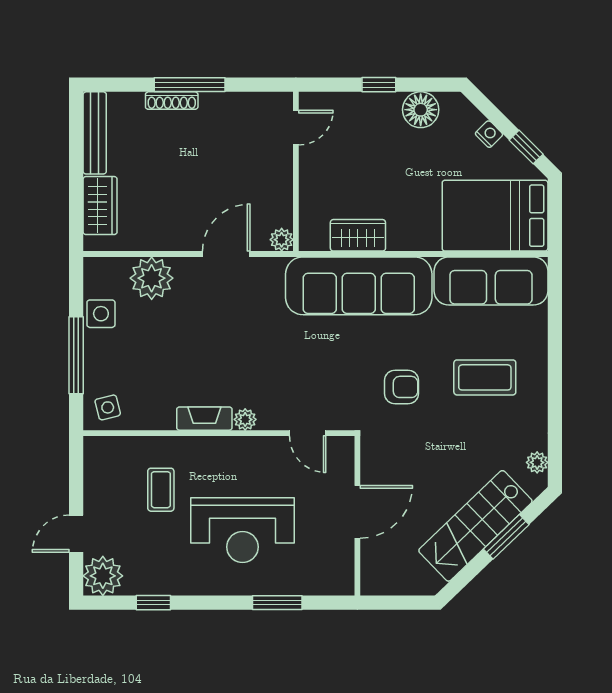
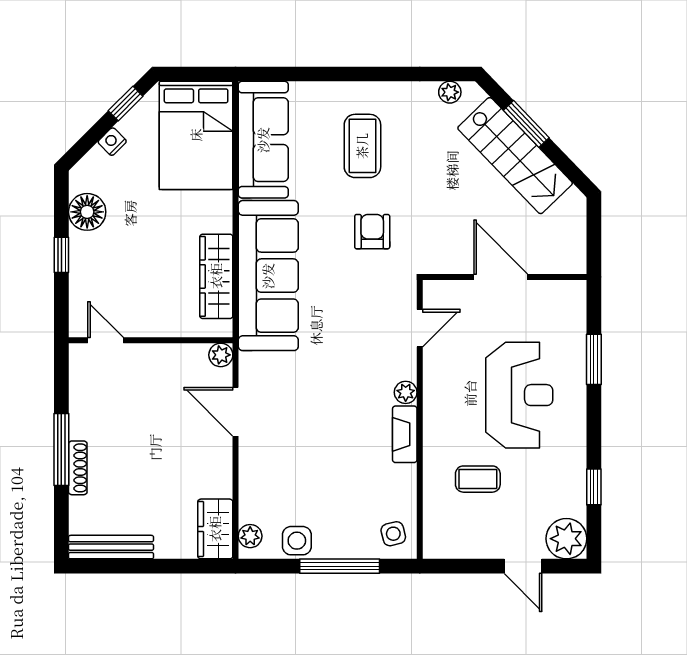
wardrobe: (100, 206) -> (215, 529), moved, turned -90
wardrobe: (358, 235) -> (216, 276), width x1.50
plant: (152, 278) -> (250, 536), moved, width x0.53, depth x0.53

